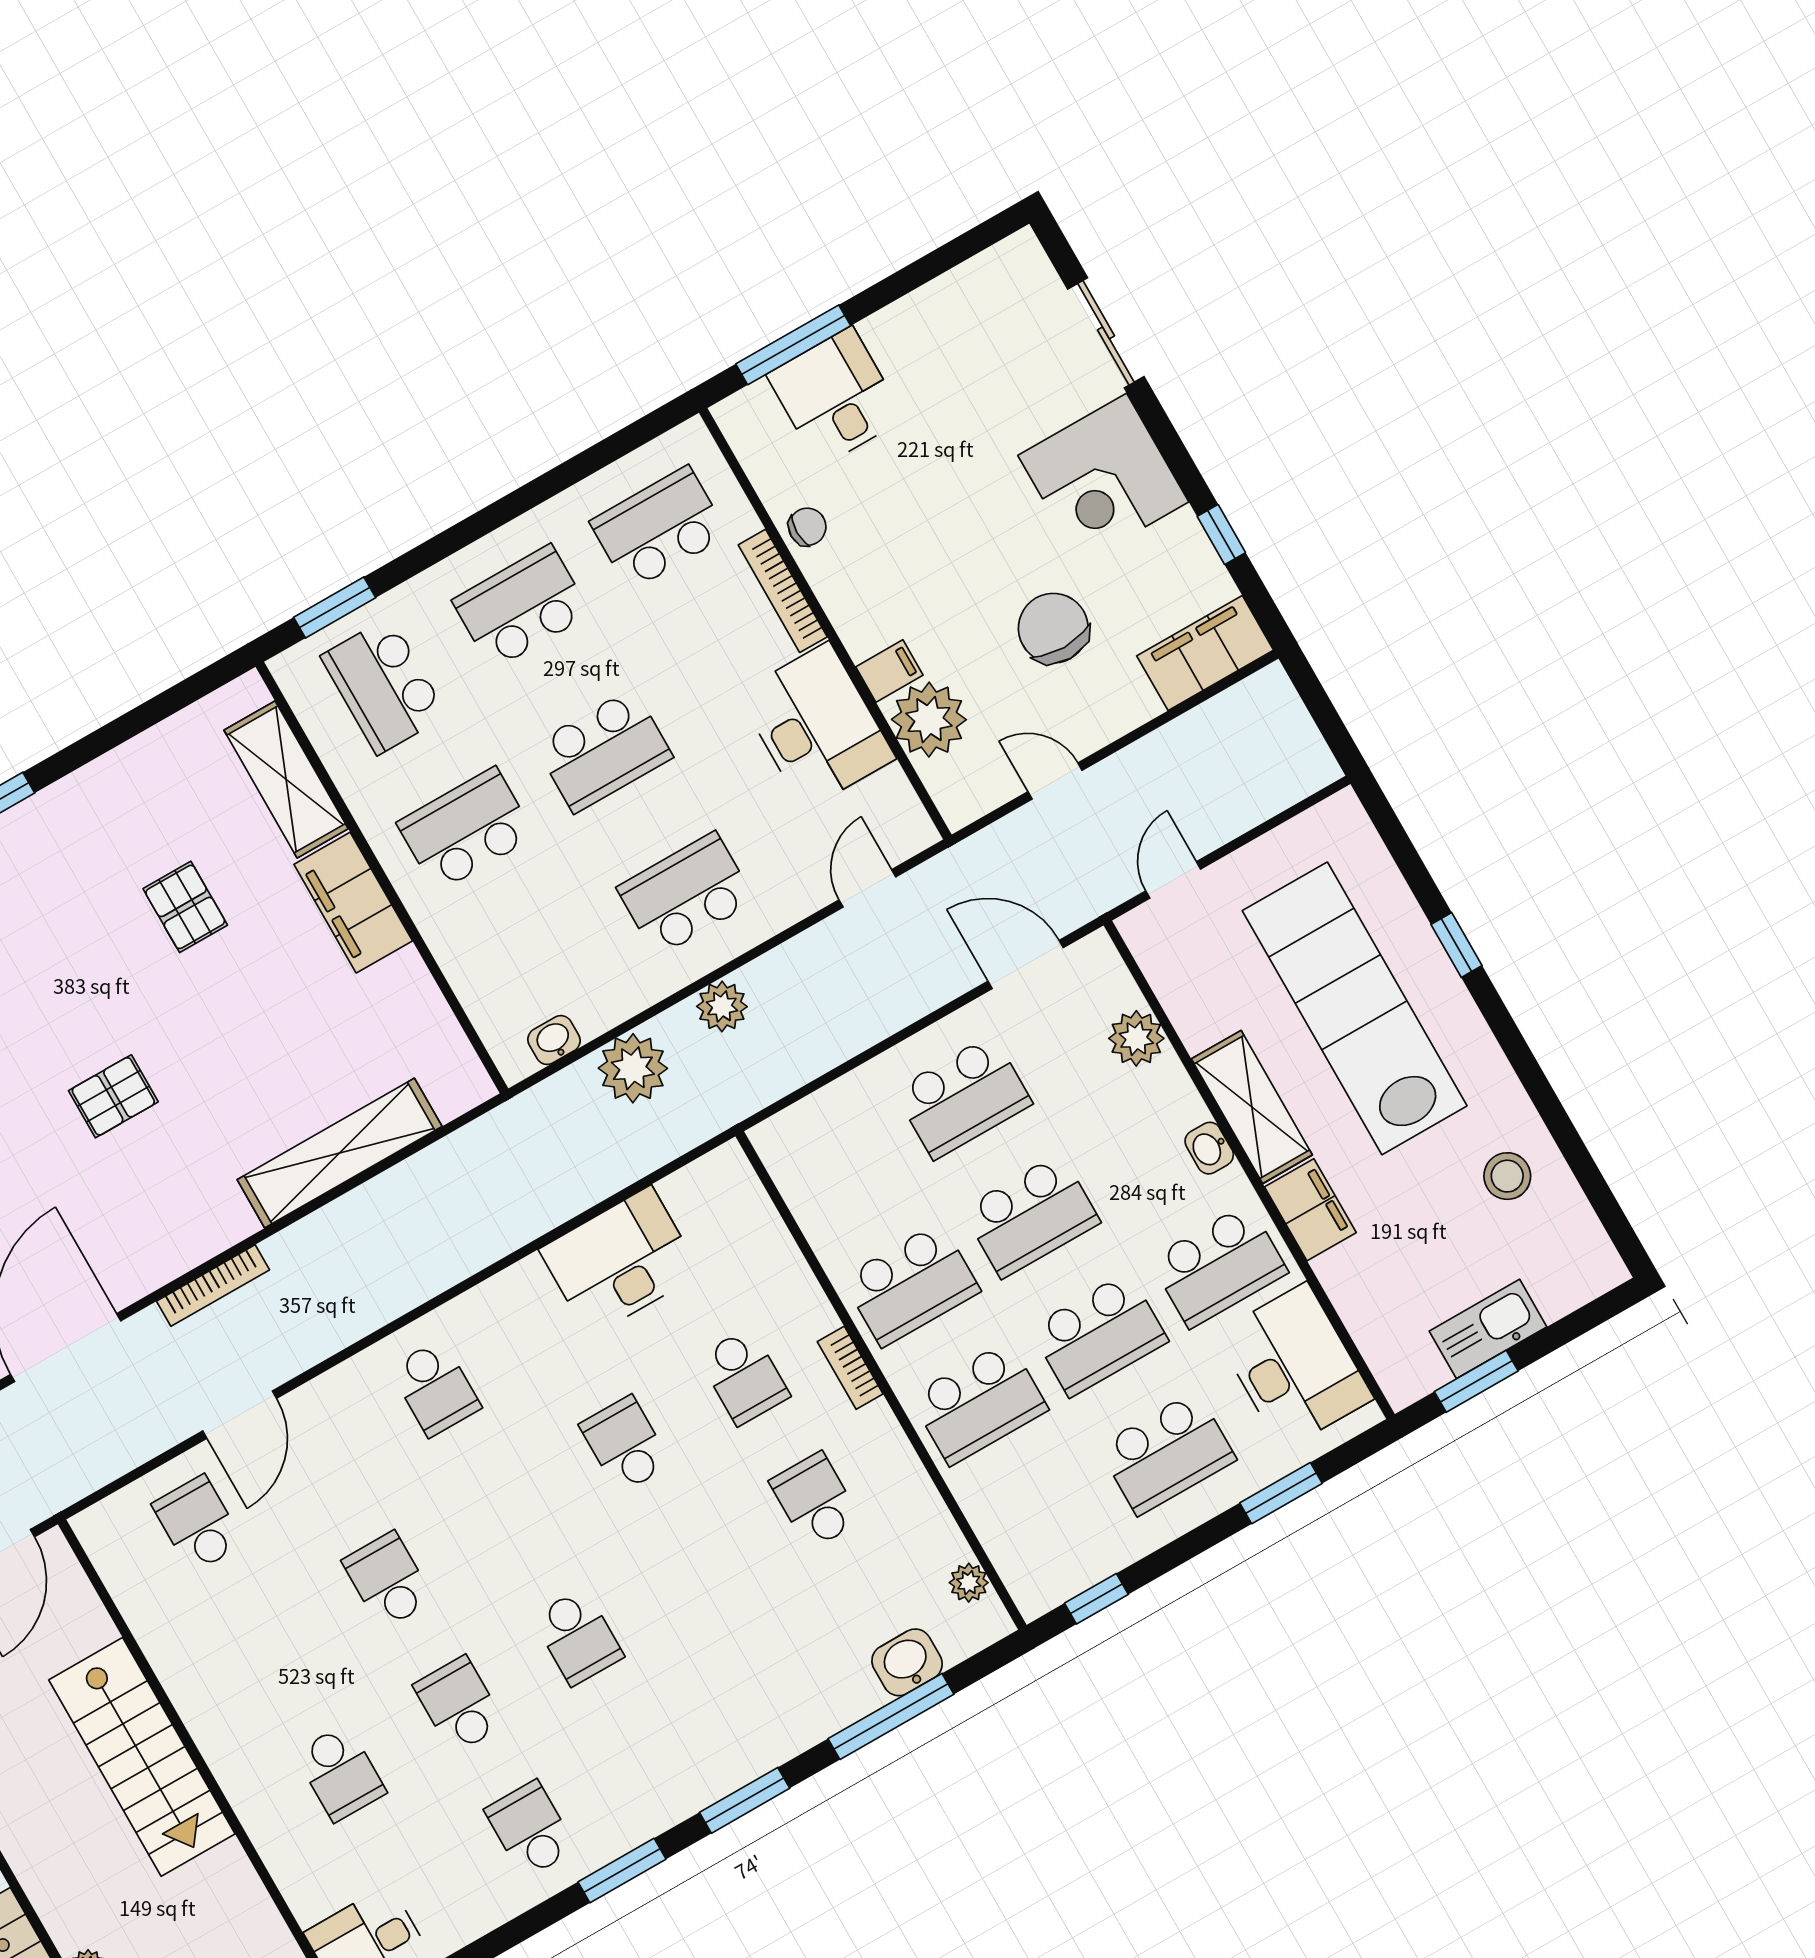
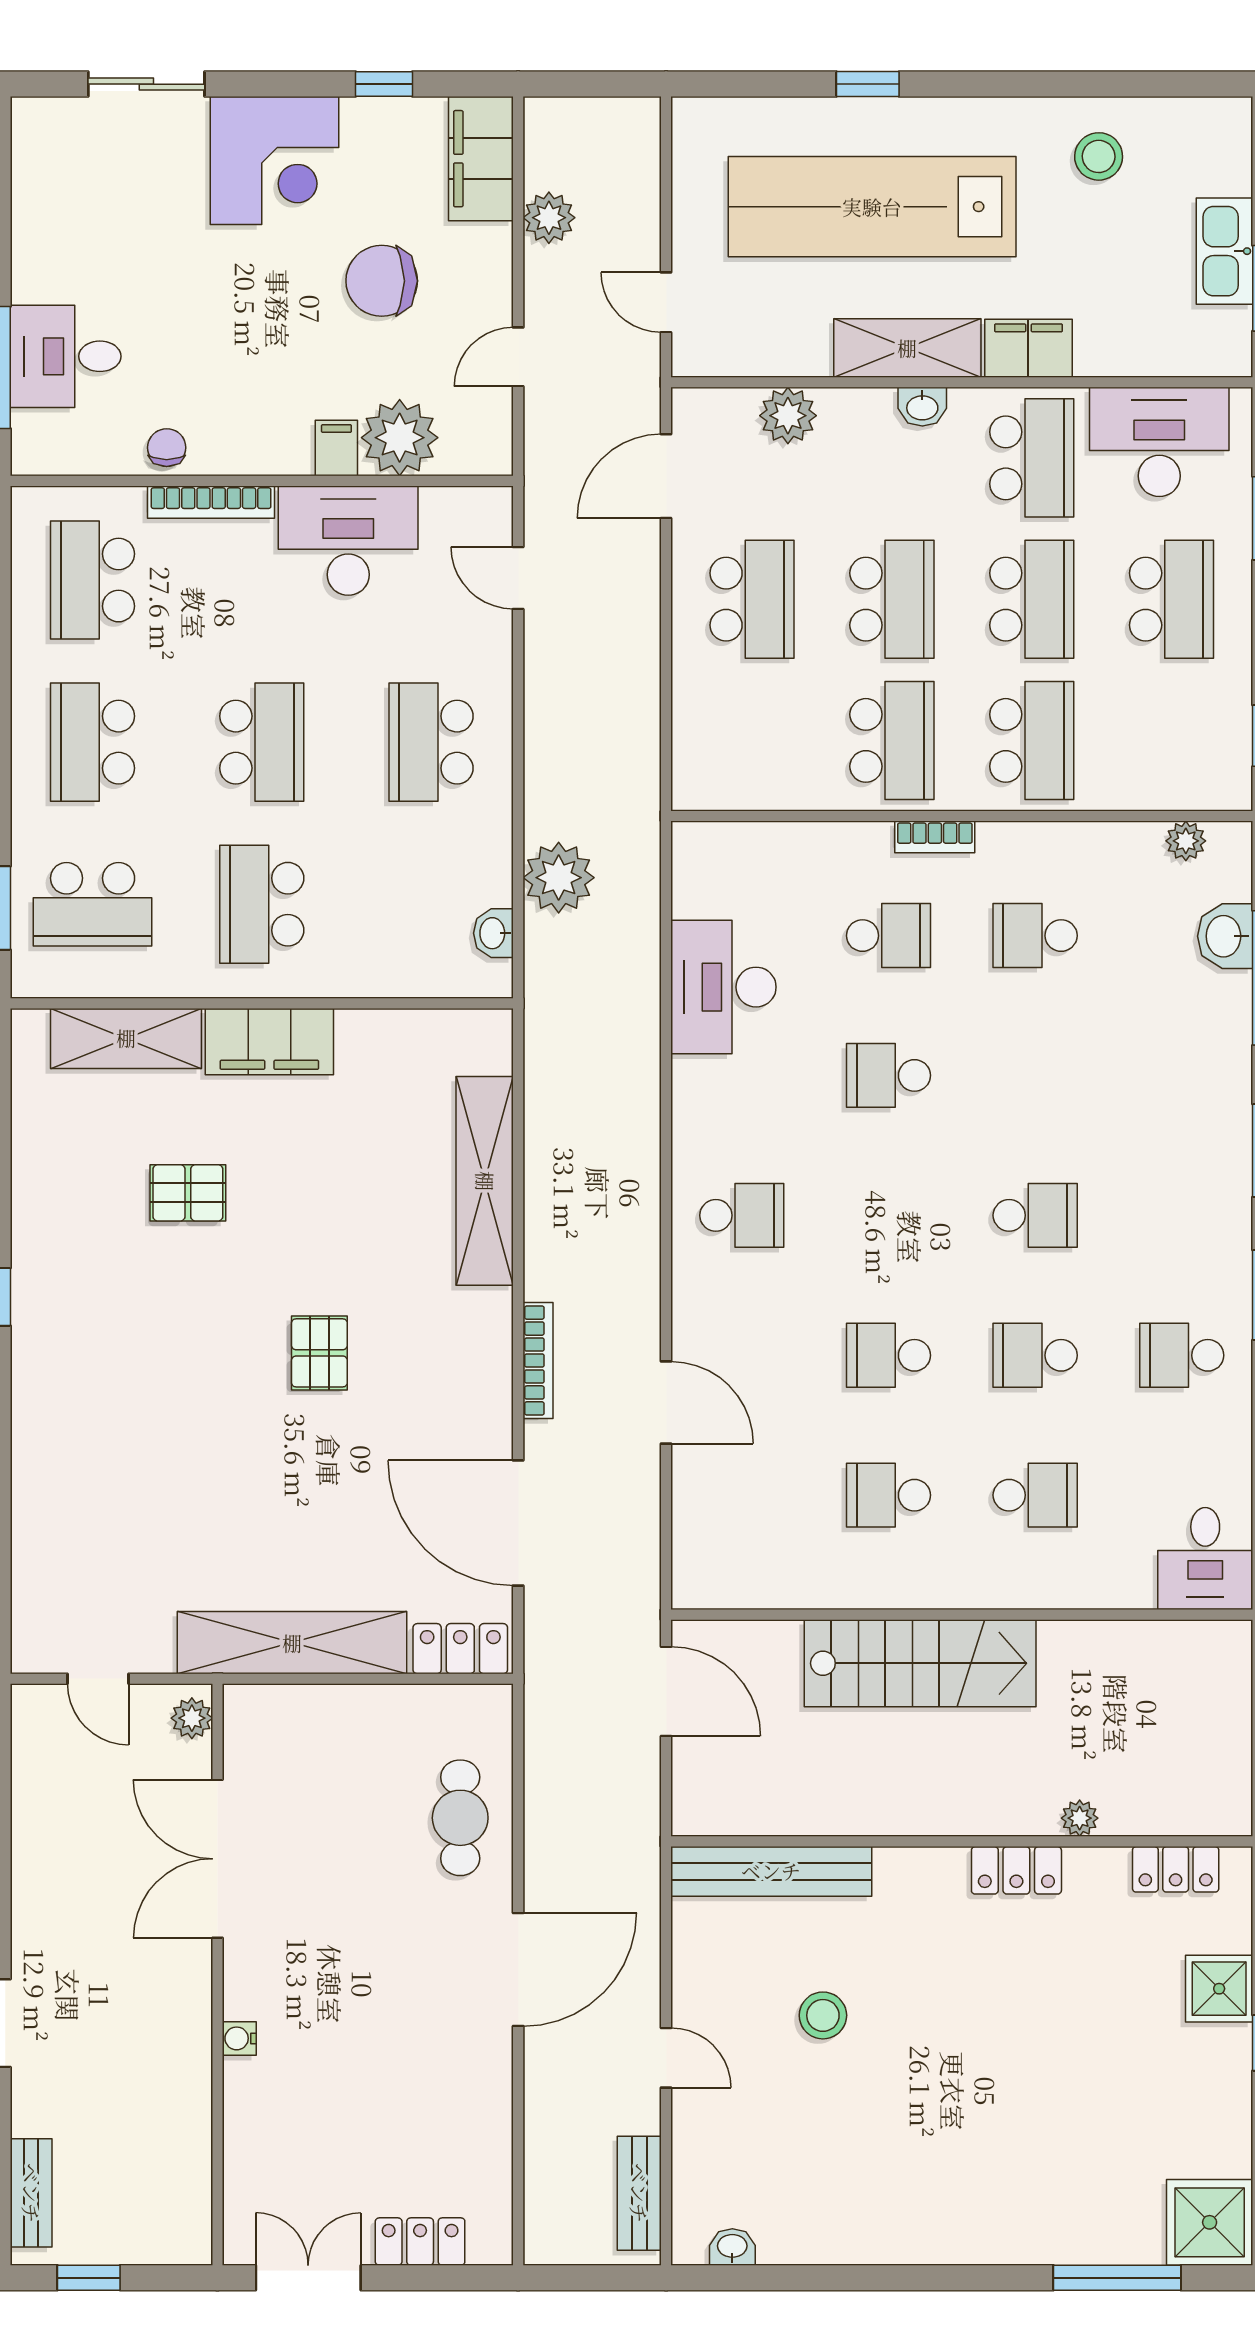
plant: (722, 1006) -> (549, 218), moved
school desk: (198, 1524) -> (888, 1495), moved

